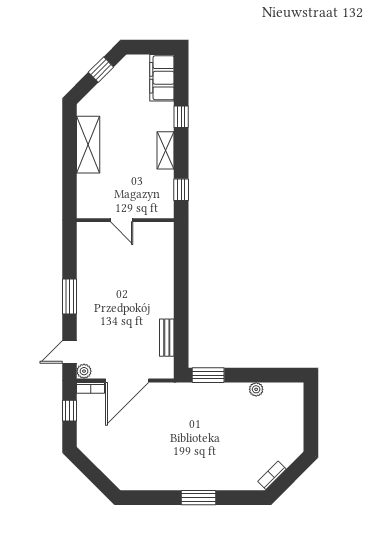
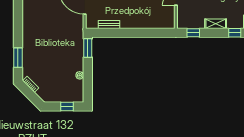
window: (311, 411) -> (67, 106), added
window: (198, 498) -> (18, 58), moved

